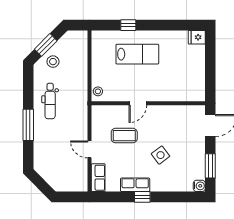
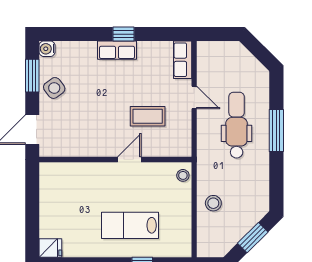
stool: (53, 62) -> (213, 203), moved
dental chair: (50, 101) -> (237, 125), moved, width x1.36, depth x1.38
side table: (160, 155) -> (54, 88), moved
row of seats: (135, 185) -> (117, 50), moved

